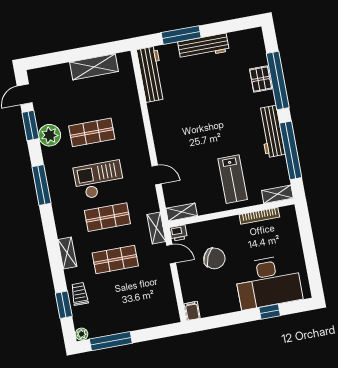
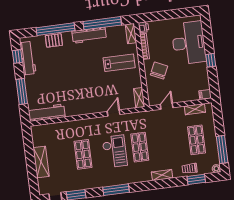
window: (233, 25) -> (17, 56), added
workbench: (203, 47) -> (28, 58), moved
shelving: (94, 67) -> (41, 162), moved
plant: (50, 135) -> (83, 182), removed
checkout: (99, 180) -> (115, 151), turned 180
shelving: (156, 228) -> (195, 109), moved
printer: (178, 233) -> (144, 27), moved
chair: (214, 258) -> (159, 71), moved
shop shelf: (115, 259) -> (196, 140), moved
window: (270, 312) -> (211, 60), moved

